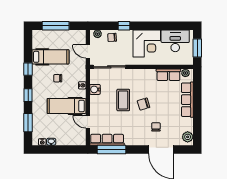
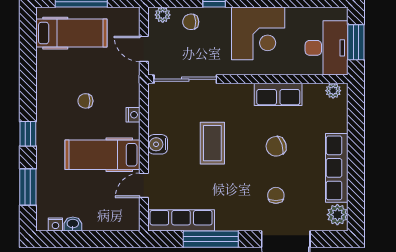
desk: (175, 41) -> (327, 48), moved, turned 90
hospital bed: (50, 57) -> (71, 33), moved
window: (28, 69) -> (28, 83), removed
row of seats: (168, 75) -> (278, 94), moved
water cooler: (95, 89) -> (158, 144), moved
row of seats: (187, 100) -> (337, 168), moved
chair: (143, 104) -> (276, 146), moved
door: (88, 122) -> (144, 185), hinge flipped
window: (112, 149) -> (211, 239), moved

